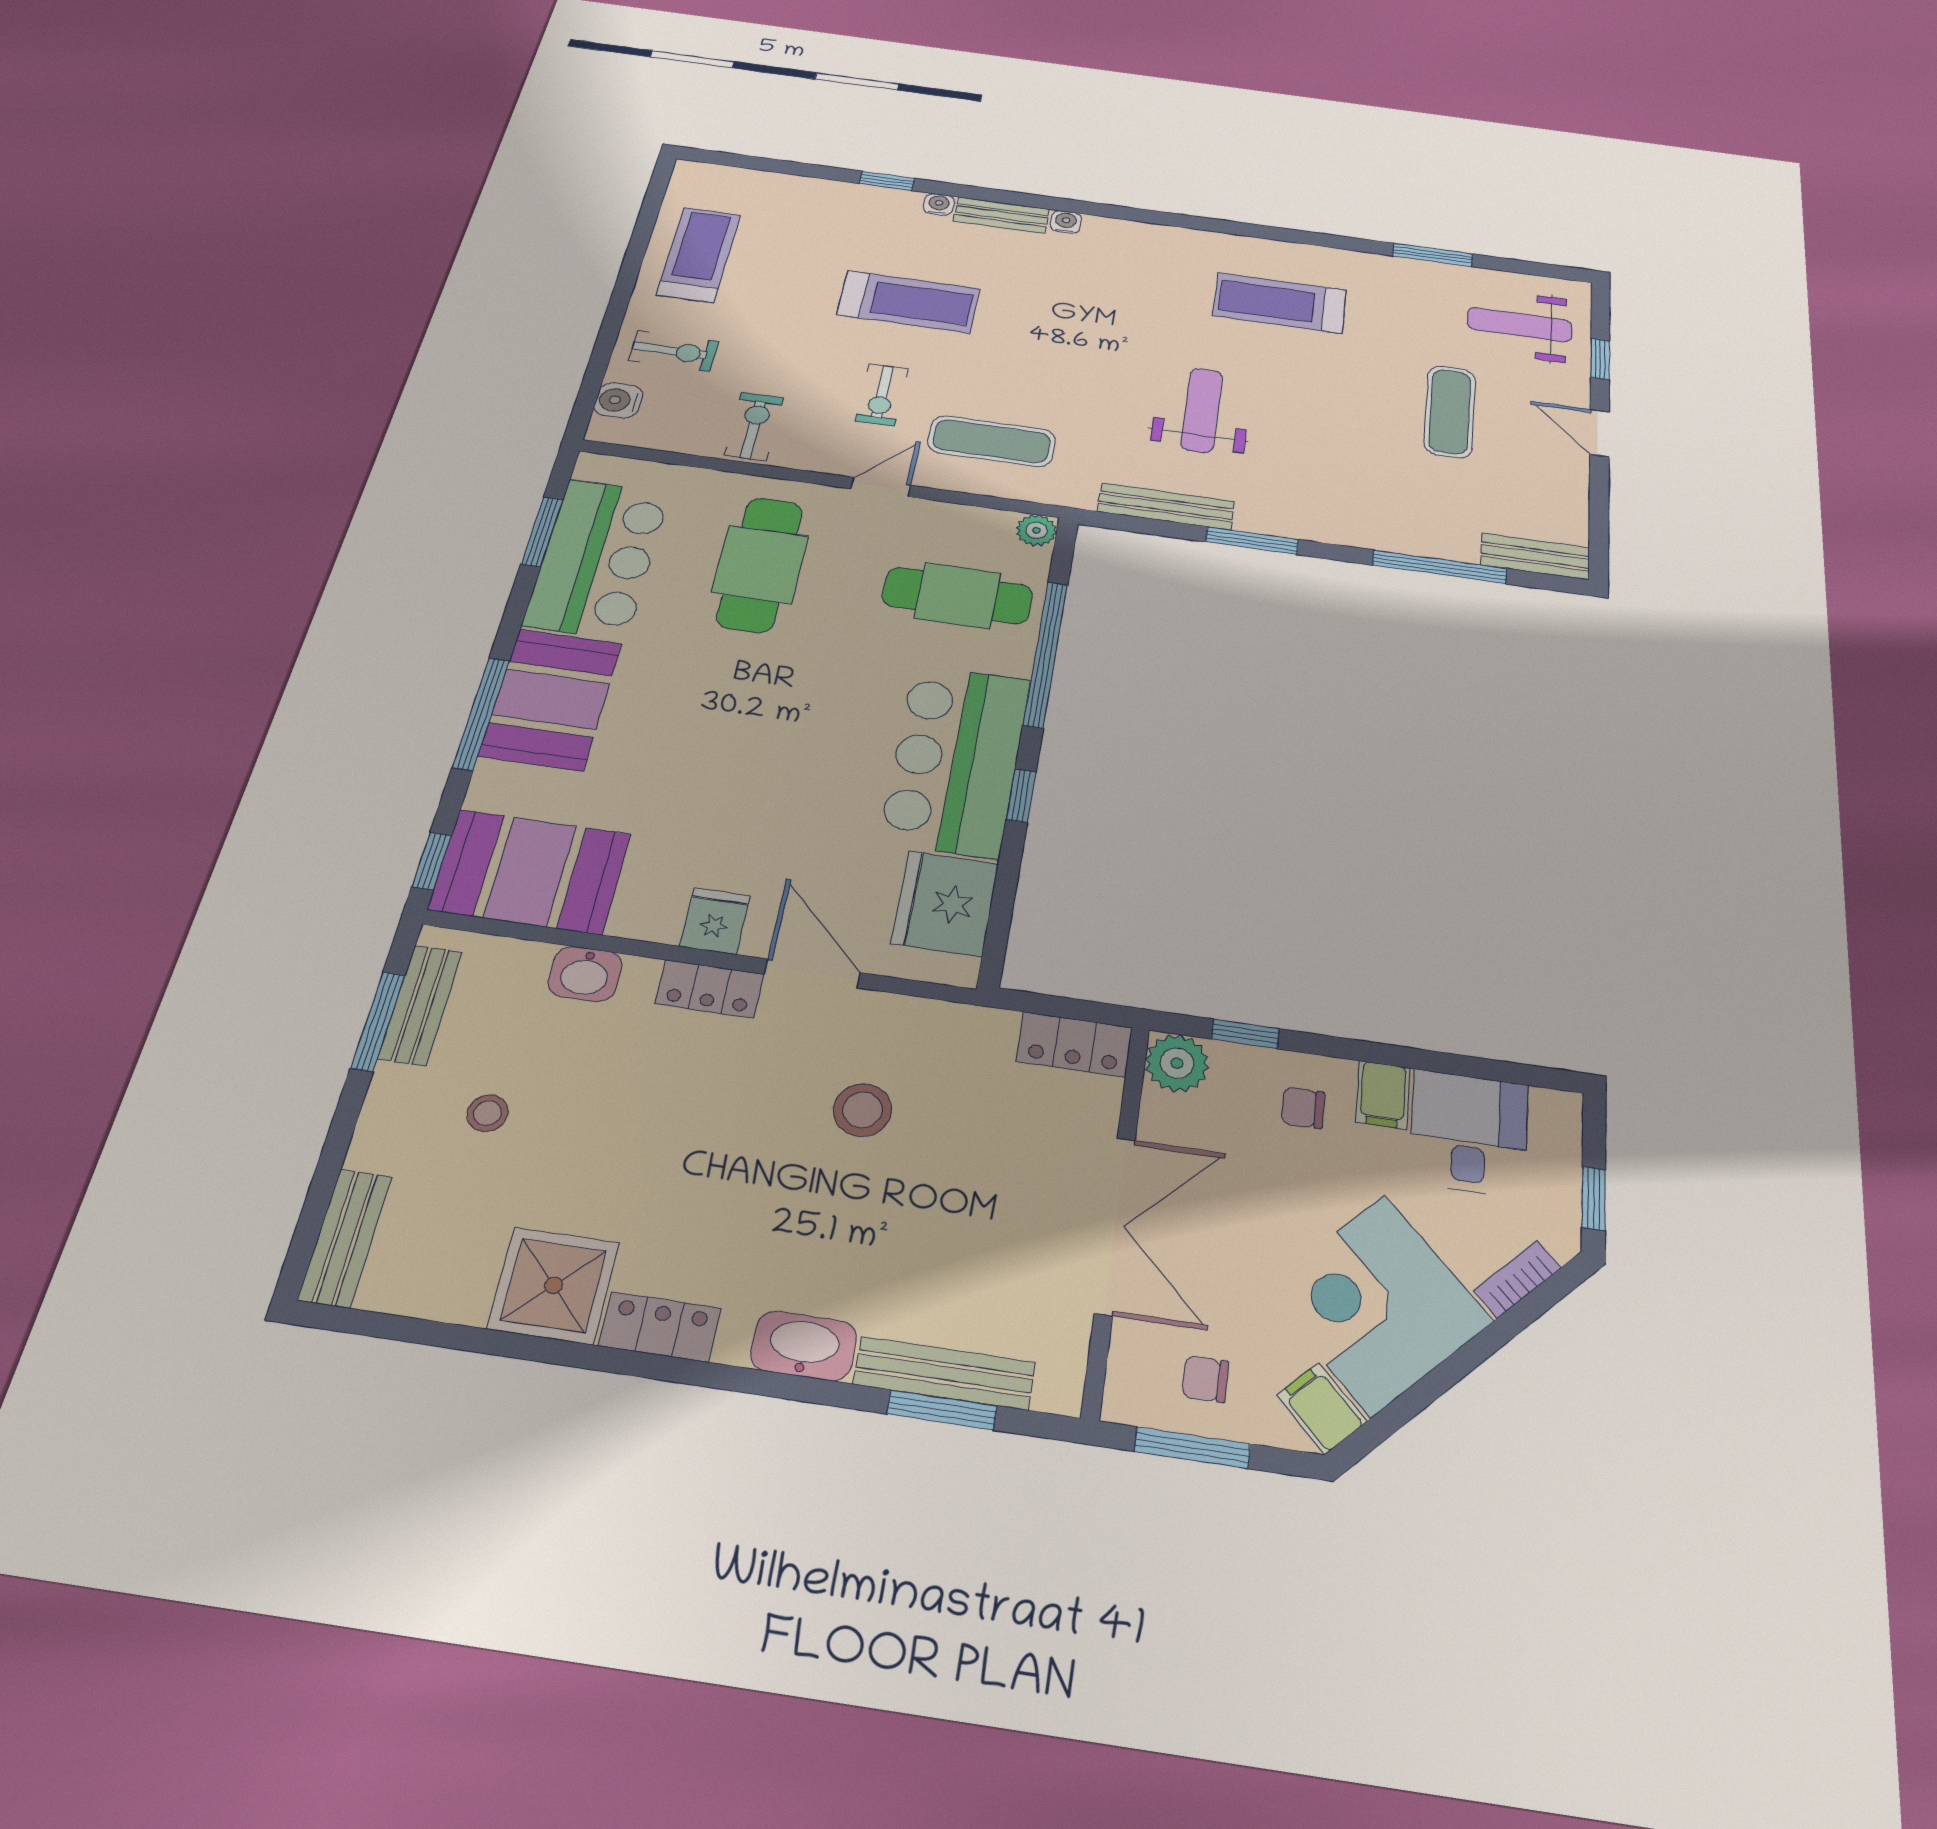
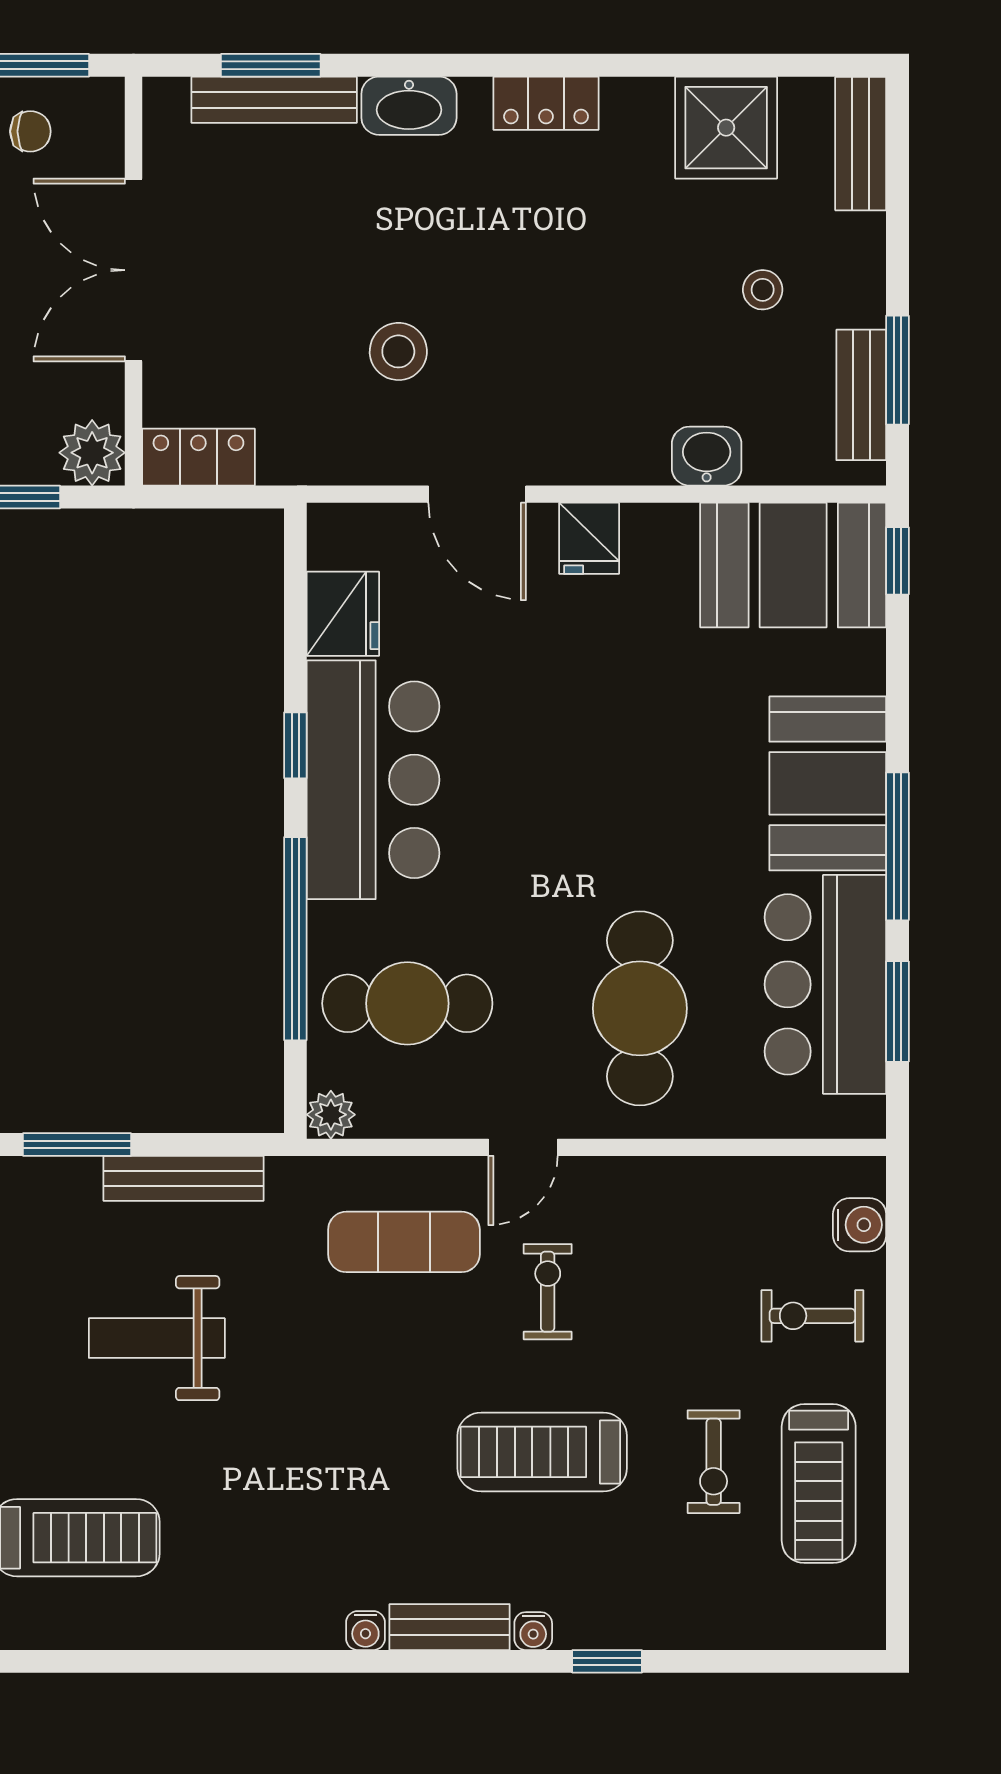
weight bench: (1202, 410) -> (157, 1338), turned 90
exercise bike: (754, 426) -> (714, 1462), moved
window: (481, 714) -> (897, 846), moved
fridge: (945, 903) -> (343, 614), width x0.73, depth x0.75
locker: (710, 989) -> (577, 460), removed
shower: (553, 1285) -> (726, 128), moved

